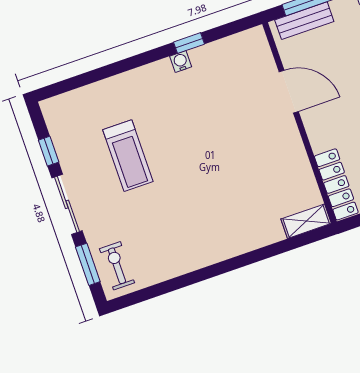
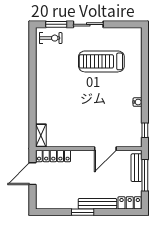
window: (189, 43) -> (145, 130), moved
window: (49, 151) -> (117, 24), removed
treadmill: (128, 156) -> (101, 61), width x1.37, depth x1.38

